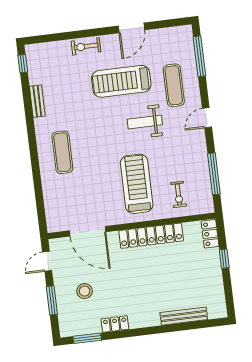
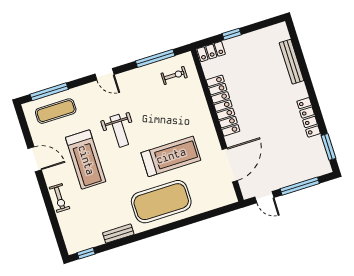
exercise mat: (174, 85) -> (56, 111), moved
exercise mat: (62, 152) -> (161, 202), width x2.00, depth x1.45
treadmill: (137, 184) -> (171, 156), moved, turned 180
exercise bike: (178, 194) -> (174, 75), moved
stool: (85, 291) -> (285, 158), removed
window: (52, 300) -> (300, 186), width x1.44
locker: (115, 324) -> (309, 117), width x1.53

